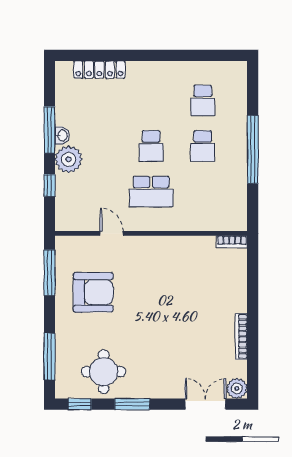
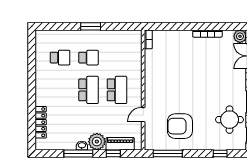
school desk: (151, 146) -> (88, 90), width x1.85
window: (253, 149) -> (91, 26), width x0.47
piano: (65, 197) -> (120, 144), added
armchair: (93, 292) -> (180, 126), turned -90
window: (49, 357) -> (220, 153), width x0.46

